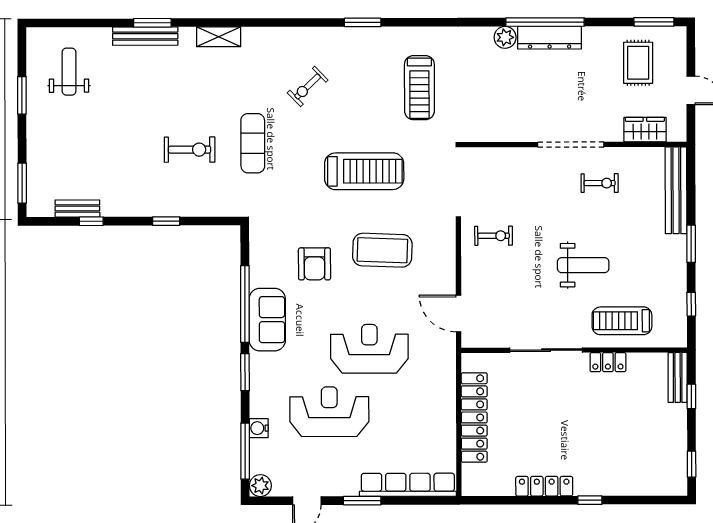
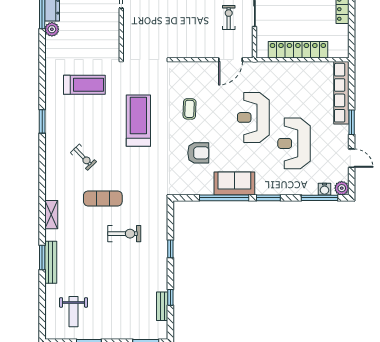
weight bench: (69, 72) -> (74, 312), turned -90
exercise mat: (253, 143) -> (103, 198), moved
exercise bike: (190, 150) -> (124, 234), turned 90
exercise bike: (494, 236) -> (229, 17), moved
coffee table: (382, 250) -> (190, 109), width x0.54, depth x0.58
water cooler: (259, 428) -> (325, 189), moved

